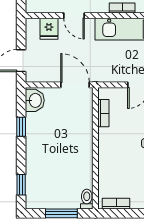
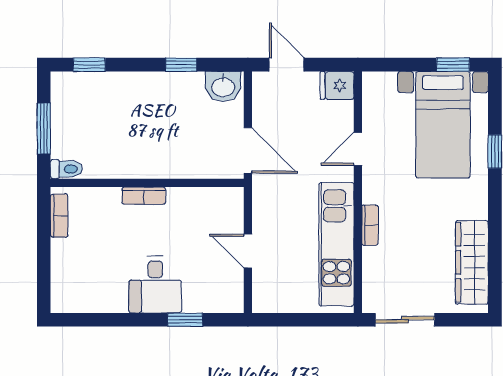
fridge: (49, 29) -> (337, 85), moved
door: (75, 85) -> (248, 150), hinge flipped
bookcase: (103, 113) -> (144, 196), moved

